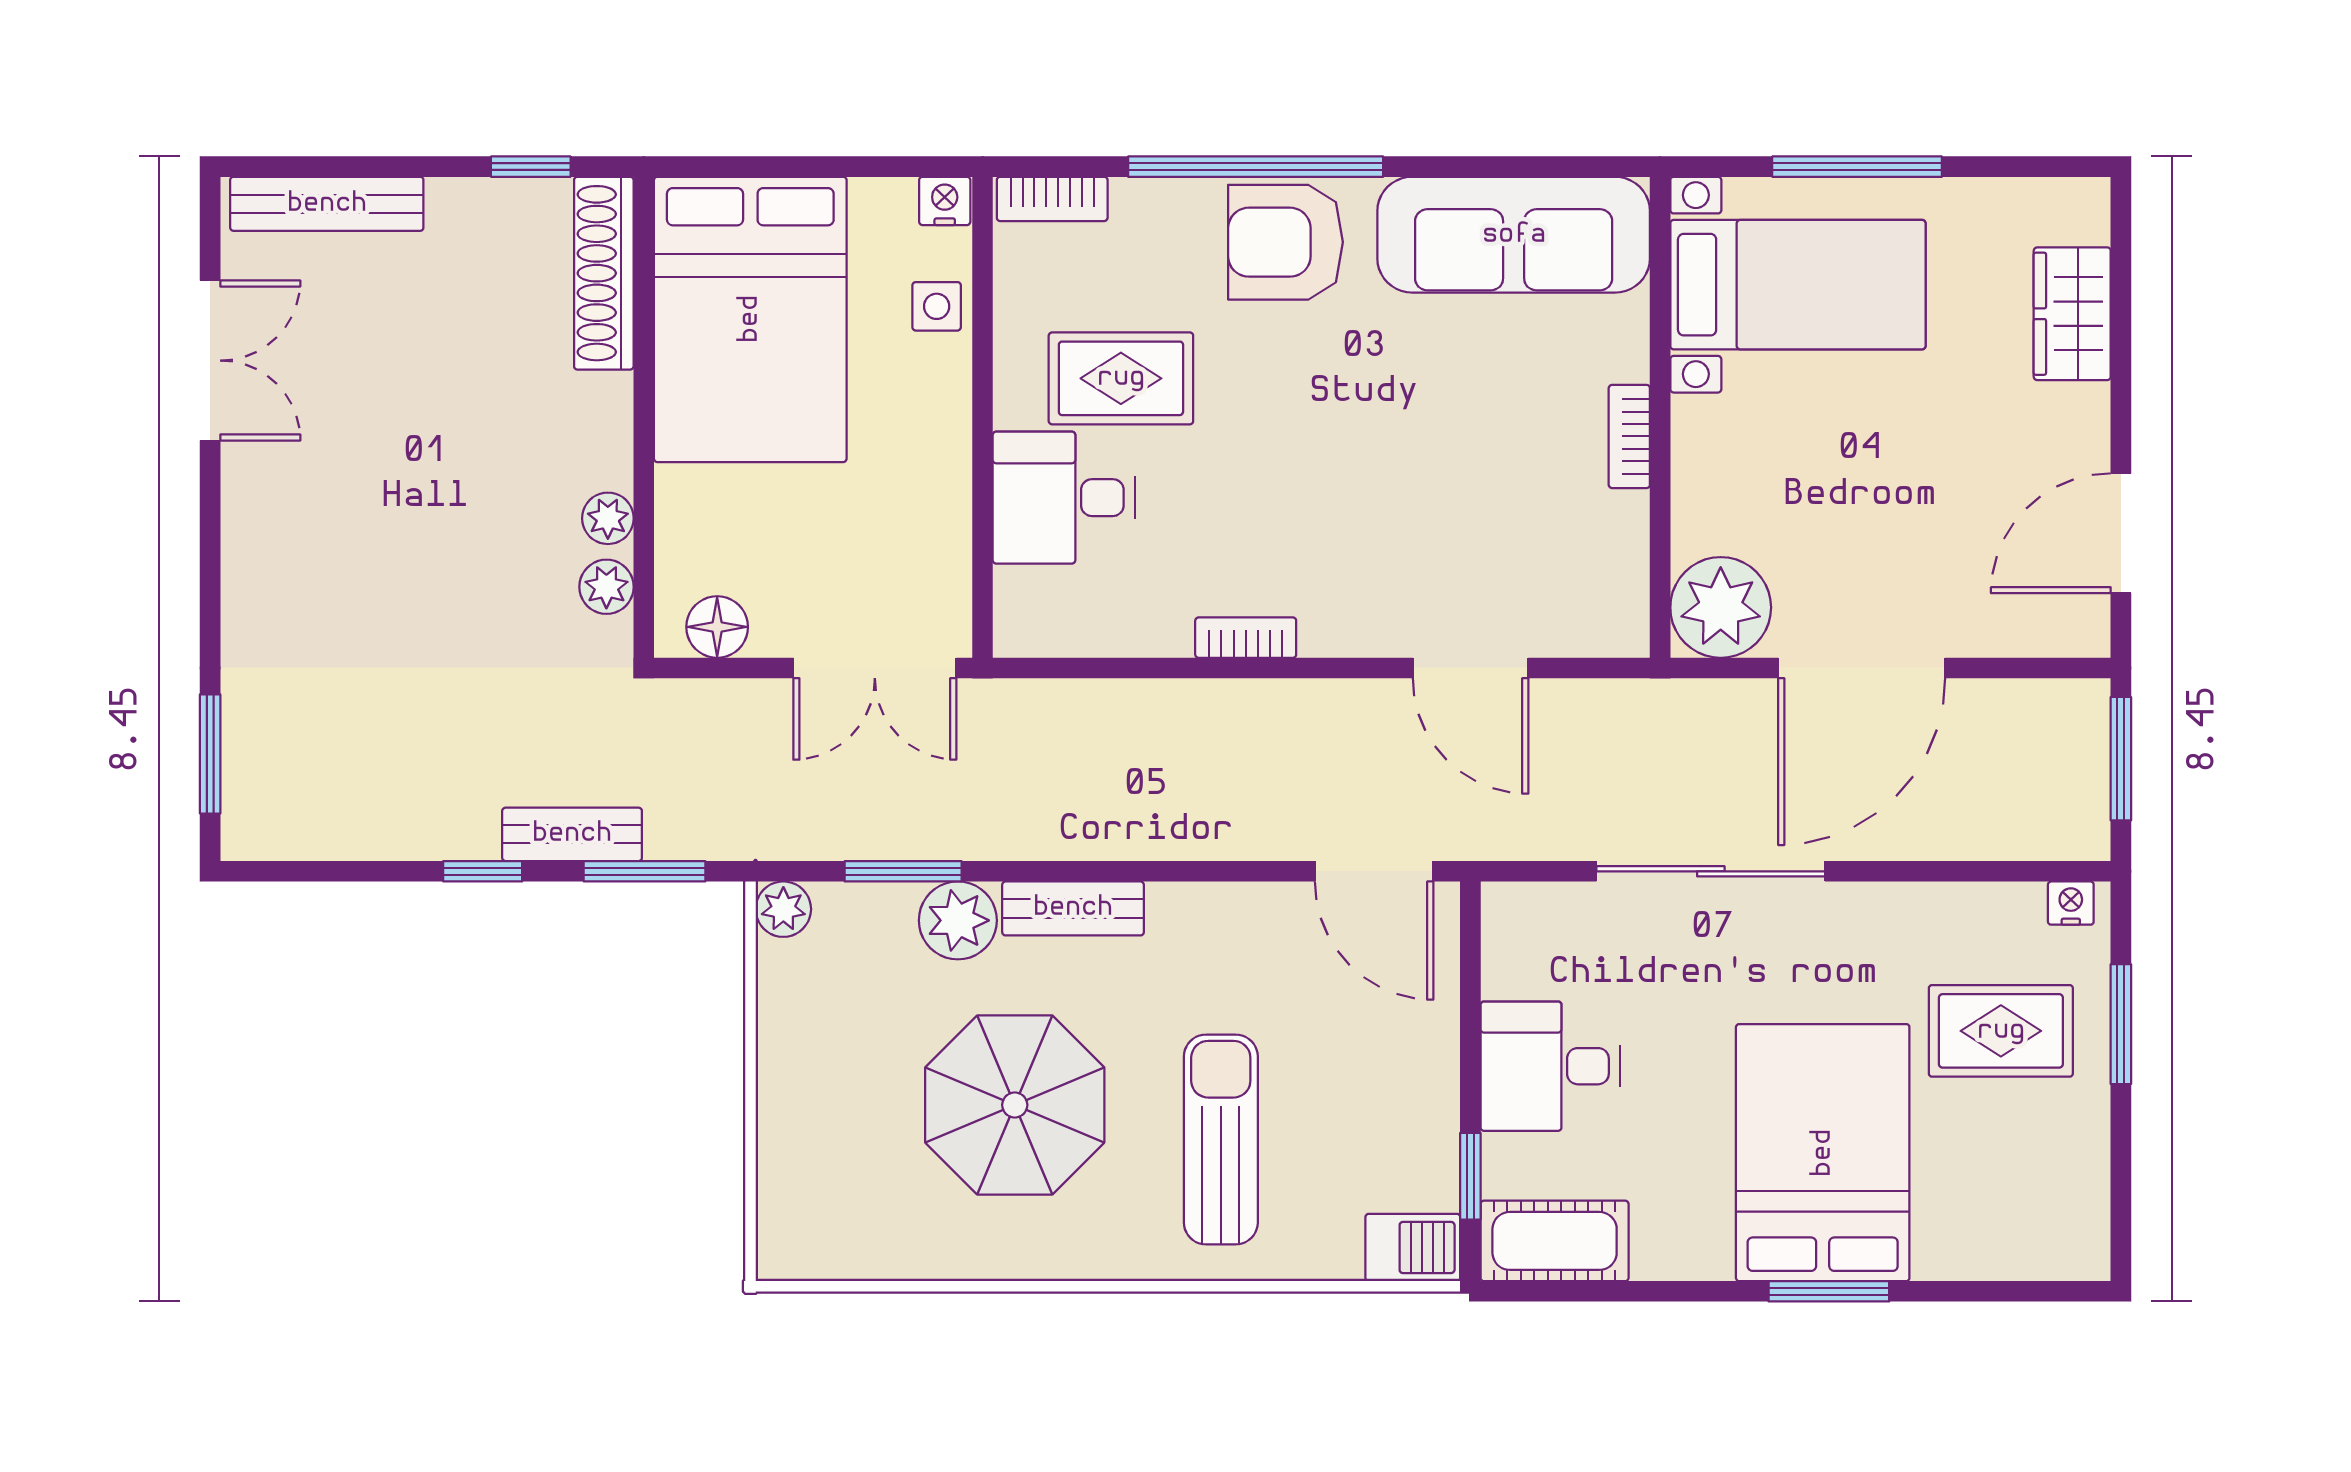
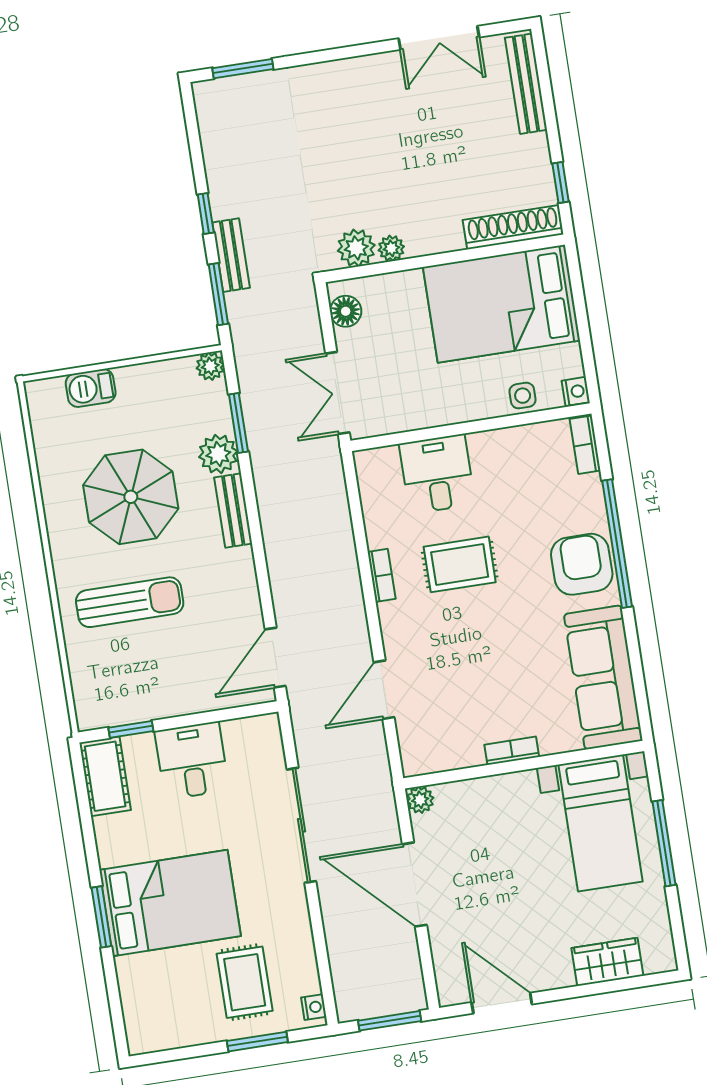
rug: (1121, 378) -> (460, 564), moved, turned 90
plant: (606, 587) -> (356, 248), width x1.38, depth x1.38
plant: (1721, 607) -> (420, 800), width x0.53, depth x0.53
barbecue: (1413, 1247) -> (91, 388), moved, turned 90

